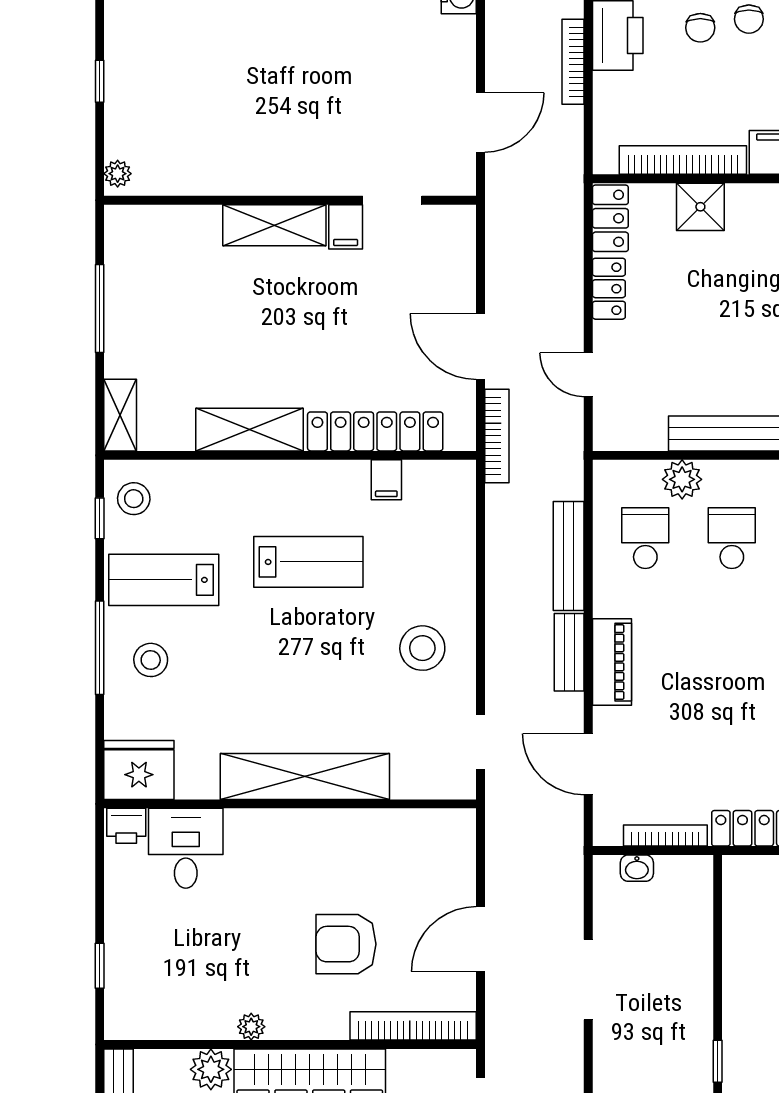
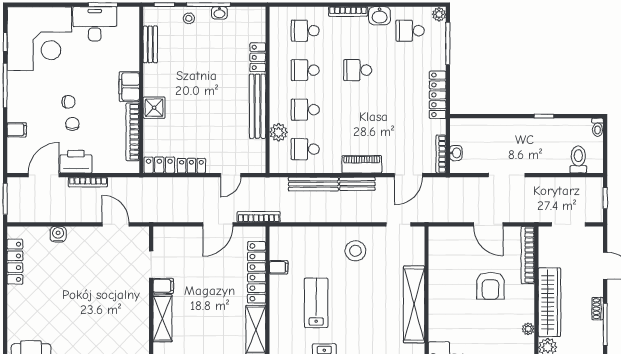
chair: (700, 28) -> (72, 124), turned -90
shower: (700, 207) -> (154, 108), moved
bookcase: (665, 836) -> (441, 154), moved

